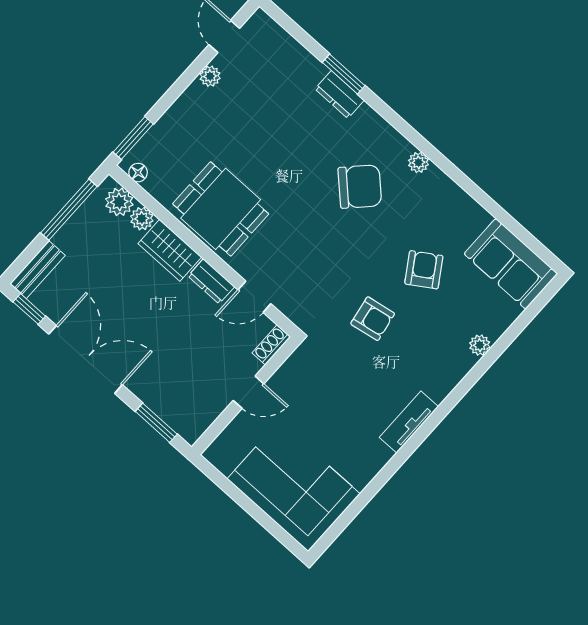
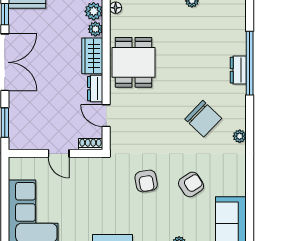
window: (344, 74) -> (250, 63), width x2.11

